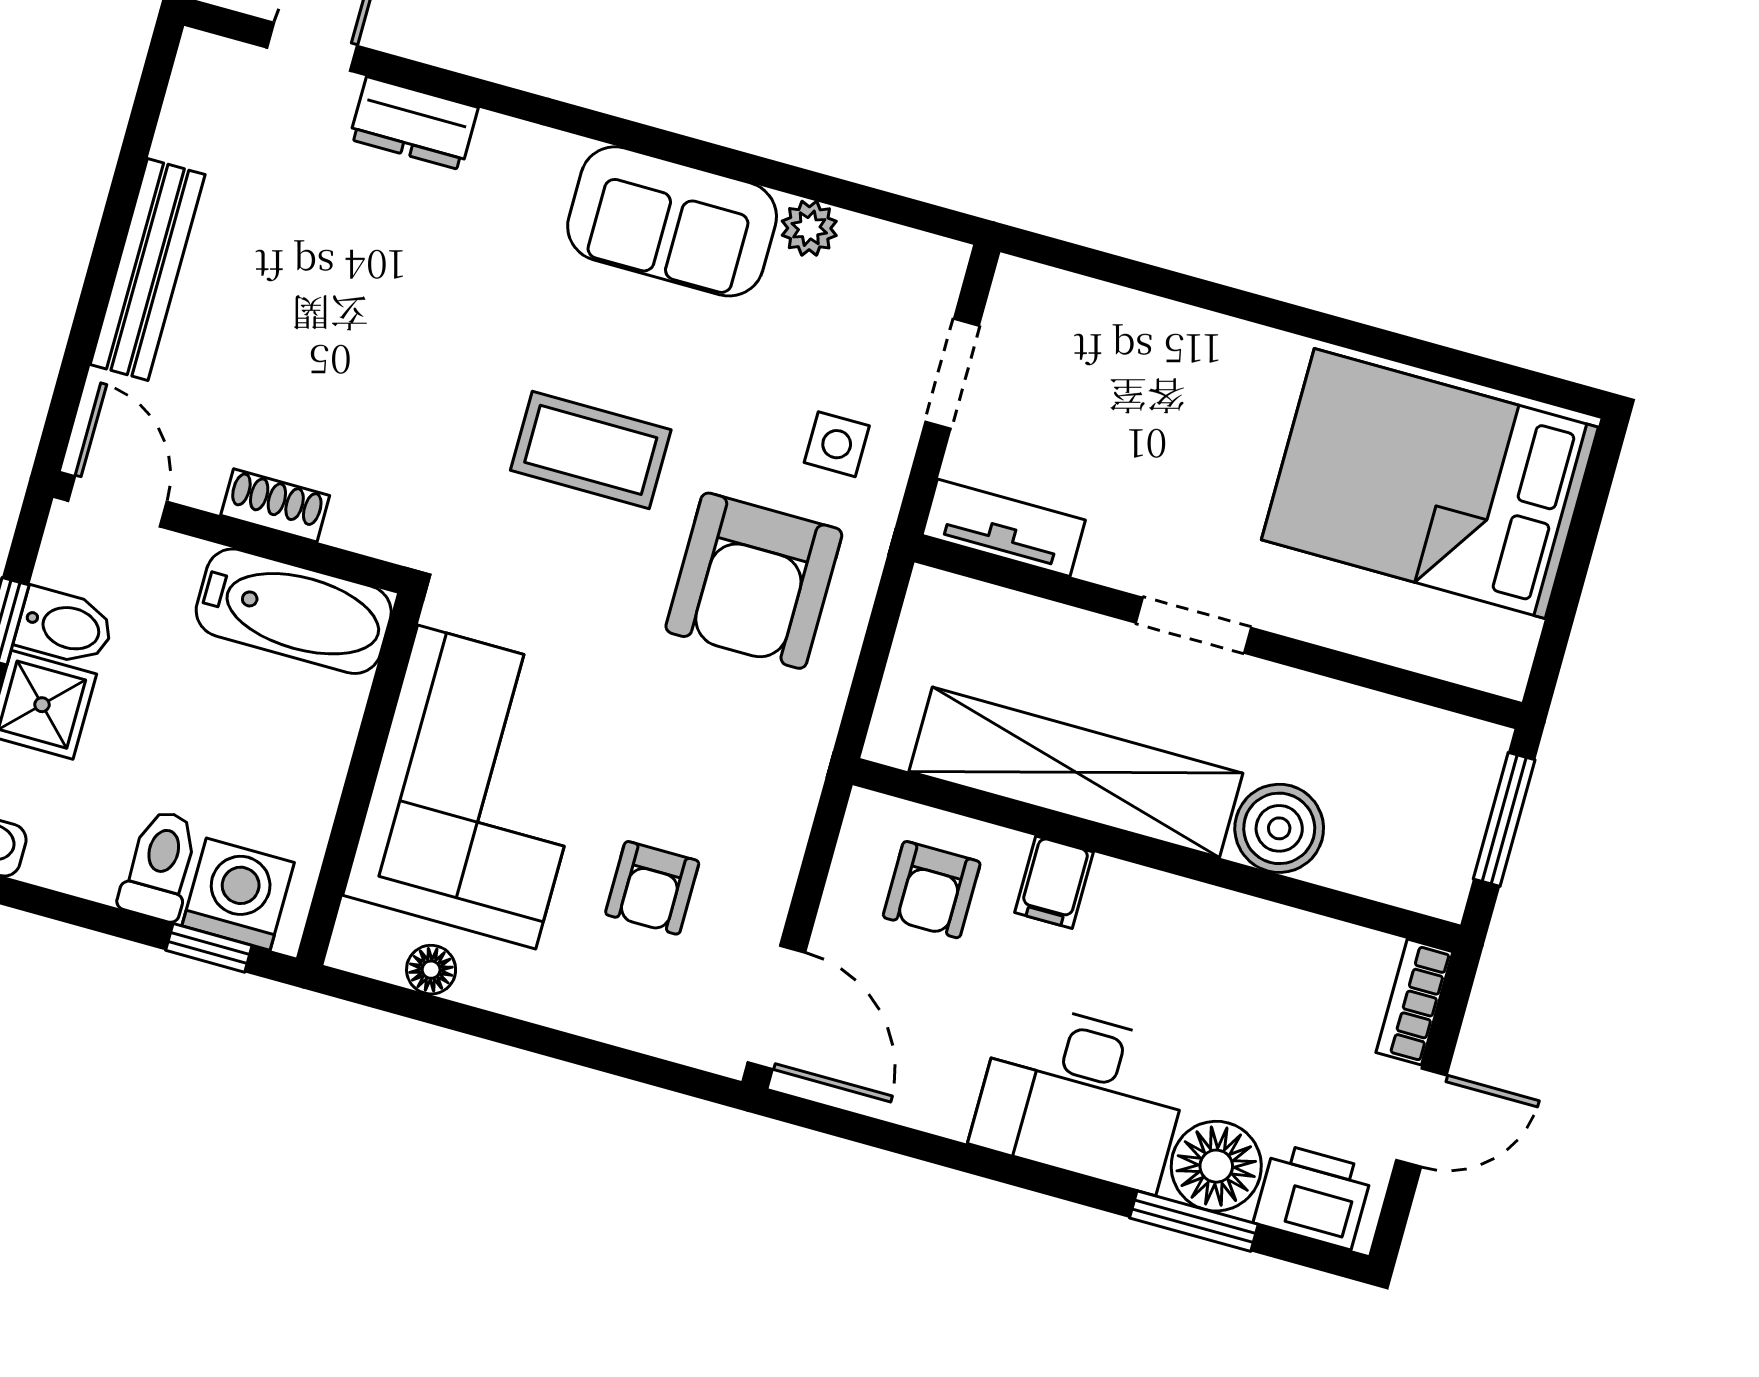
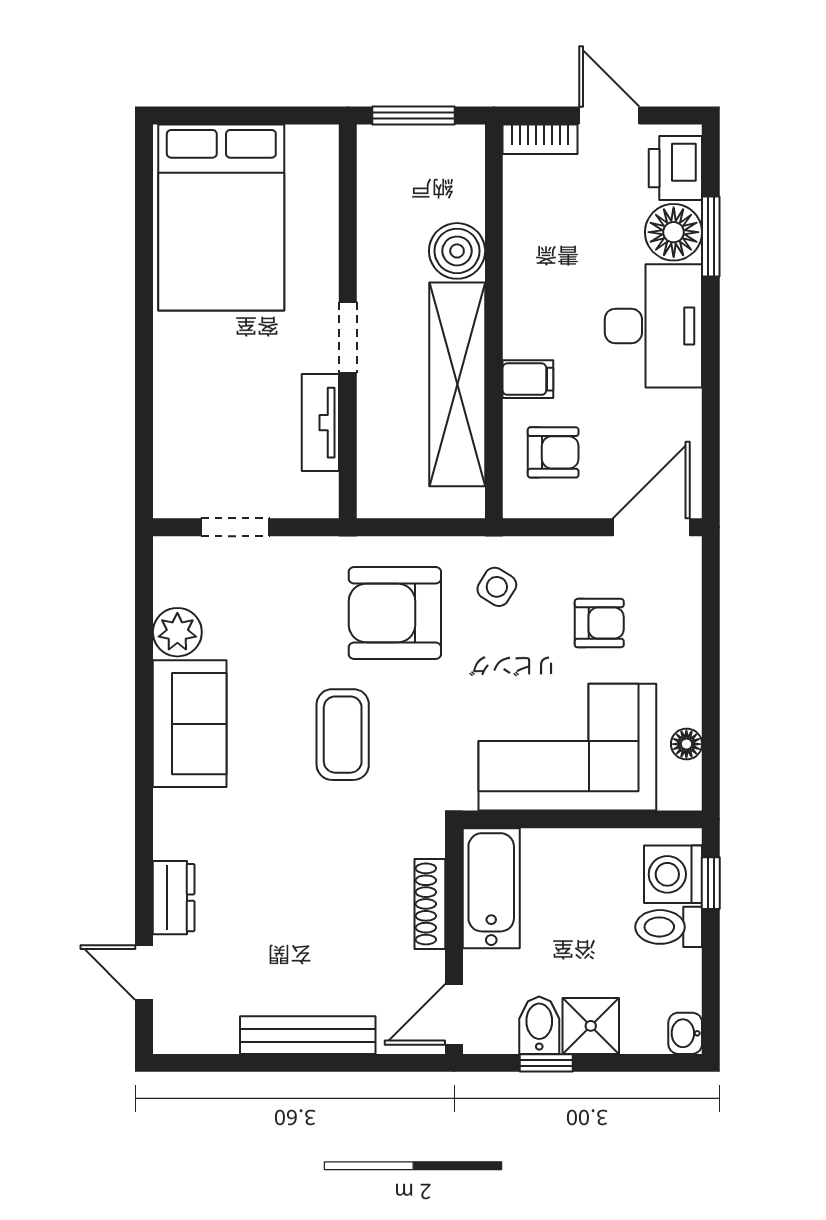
plant: (809, 228) -> (177, 632), width x1.38, depth x1.38
side table: (837, 444) -> (497, 587), moved, turned 32
shoe rack: (275, 505) -> (430, 904), width x1.43
tv unit: (1004, 528) -> (320, 423), moved
armchair: (754, 581) -> (395, 613), turned 180

